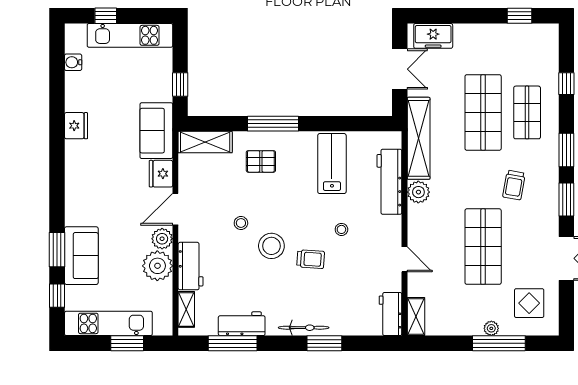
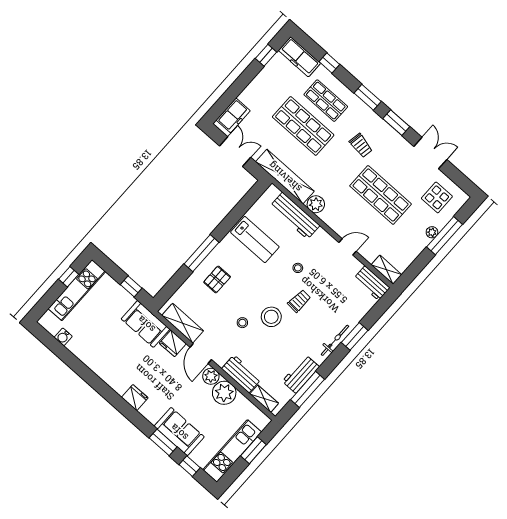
window: (106, 16) -> (69, 277), moved
freezer: (547, 49) -> (299, 57), added
fridge: (76, 126) -> (135, 398), moved
shelving: (205, 142) -> (183, 323), moved, turned 90
lab bench: (332, 164) -> (255, 240), turned 180

